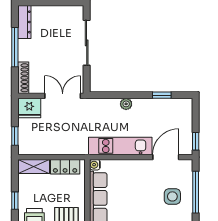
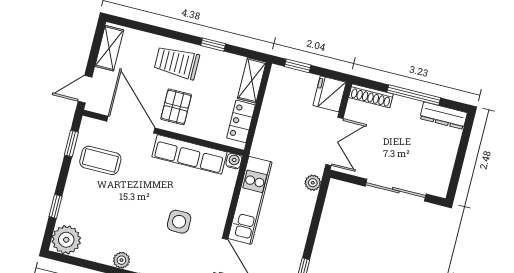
plant: (126, 104) -> (313, 183), moved
side table: (172, 196) -> (179, 222), moved

